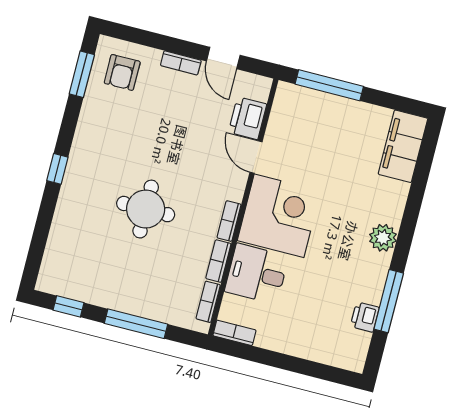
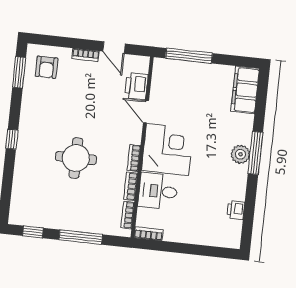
window: (389, 301) -> (255, 153), moved

